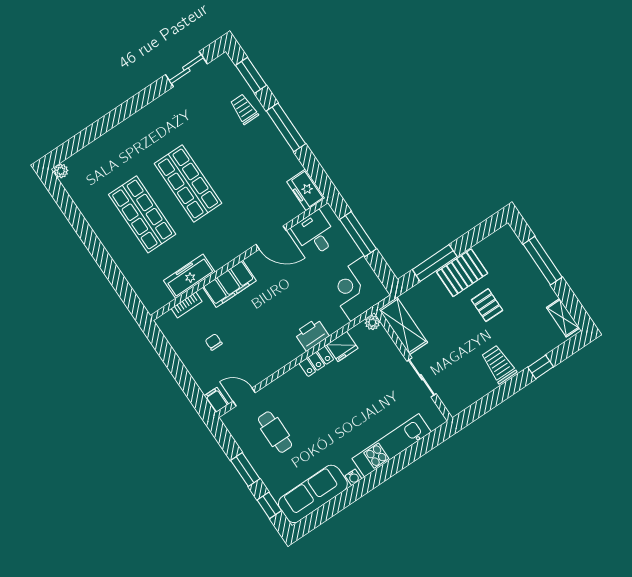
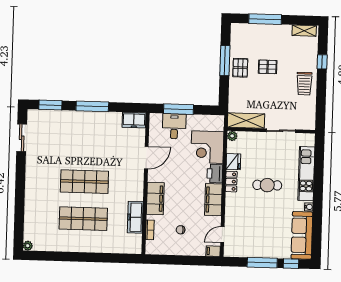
trolley: (244, 109) -> (66, 122), removed
desk: (315, 234) -> (174, 126), moved, turned 90
window: (435, 263) -> (225, 61), moved
pallet: (462, 273) -> (240, 68), width x0.67, depth x0.71
corner desk: (357, 289) -> (207, 147), moved
filing cabinet: (279, 355) -> (213, 200), added
trolley: (499, 364) -> (304, 84), turned -90
cafe table: (275, 432) -> (267, 185), moved
window: (245, 470) -> (262, 263), width x1.44

